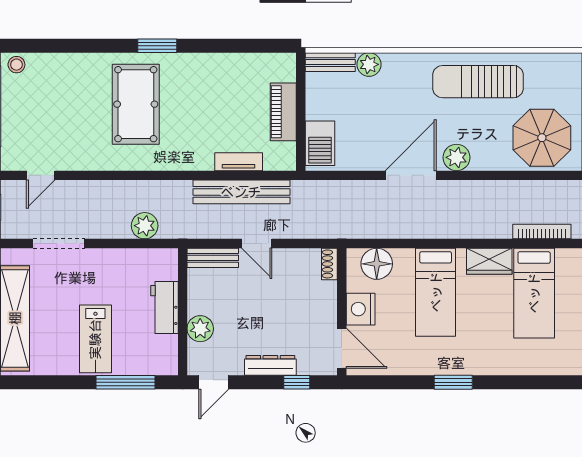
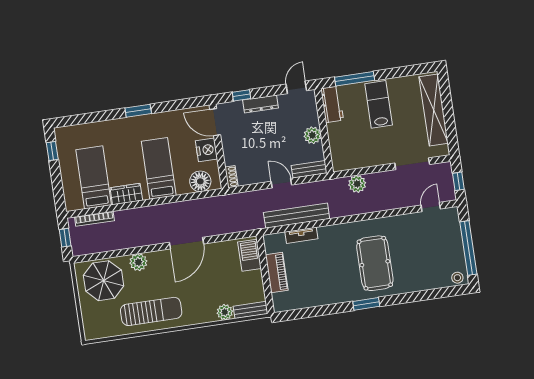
plant: (457, 157) -> (138, 262), moved
workbench: (164, 308) -> (332, 104), moved
plant: (200, 329) -> (312, 135), moved

